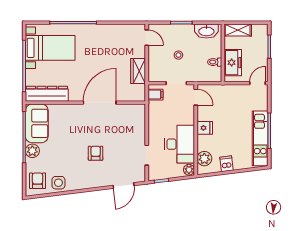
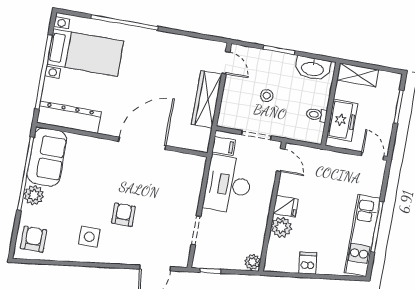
wardrobe: (138, 71) -> (207, 99), width x1.50
door: (258, 83) -> (372, 156), hinge flipped
desk: (180, 144) -> (228, 185), moved, turned 180
plant: (204, 159) -> (281, 227), moved
side table: (58, 183) -> (89, 237), moved

